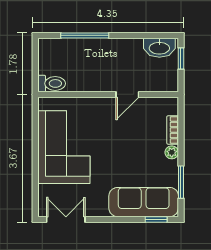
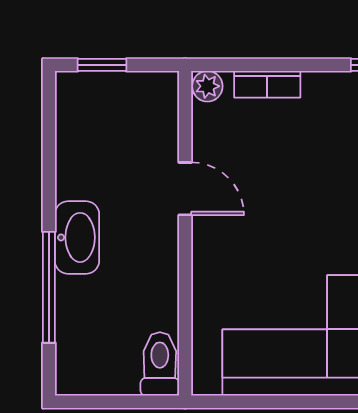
washbasin: (159, 48) -> (77, 237), moved
plant: (172, 152) -> (207, 86), moved

